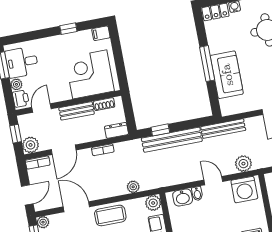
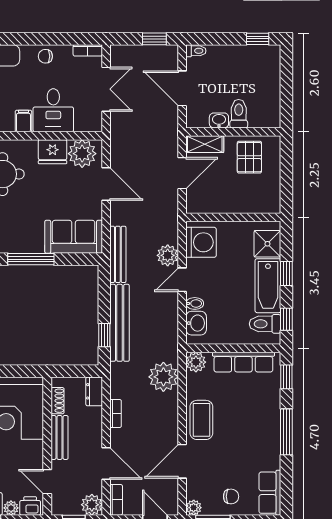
sofa: (227, 75) -> (74, 237), moved
plant: (243, 164) -> (168, 255), moved
plant: (133, 187) -> (163, 377), width x1.88, depth x1.88

